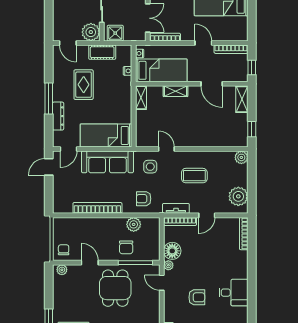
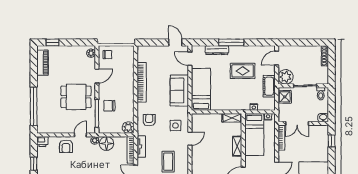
sofa: (107, 162) -> (179, 91), width x0.73
plant: (134, 224) -> (128, 128), moved
armchair: (197, 297) -> (66, 146), moved

